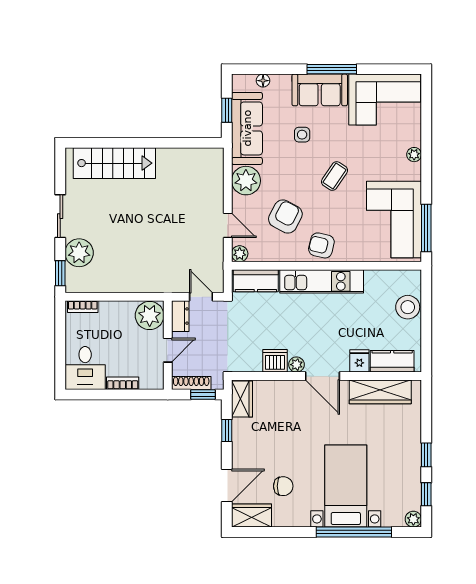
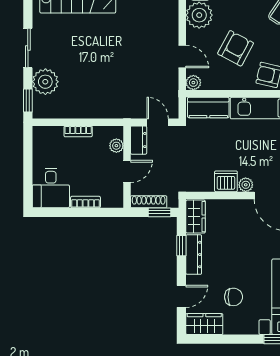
bookcase: (83, 307) -> (78, 131), moved
plant: (150, 316) -> (116, 146), width x0.53, depth x0.53
dresser: (240, 440) -> (194, 255), added
door: (227, 486) -> (181, 296), width x0.73

